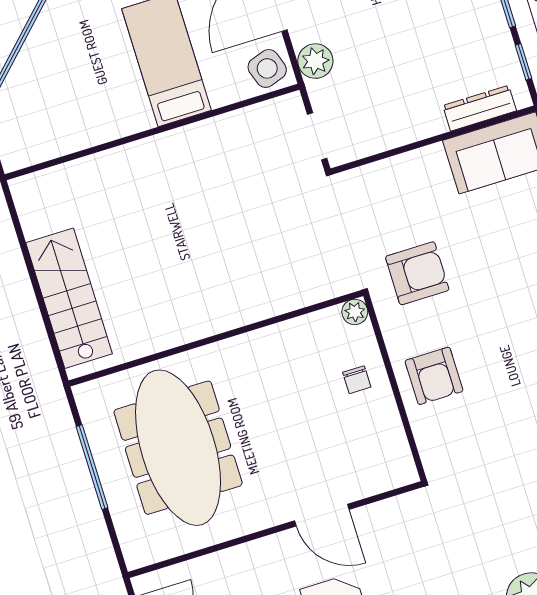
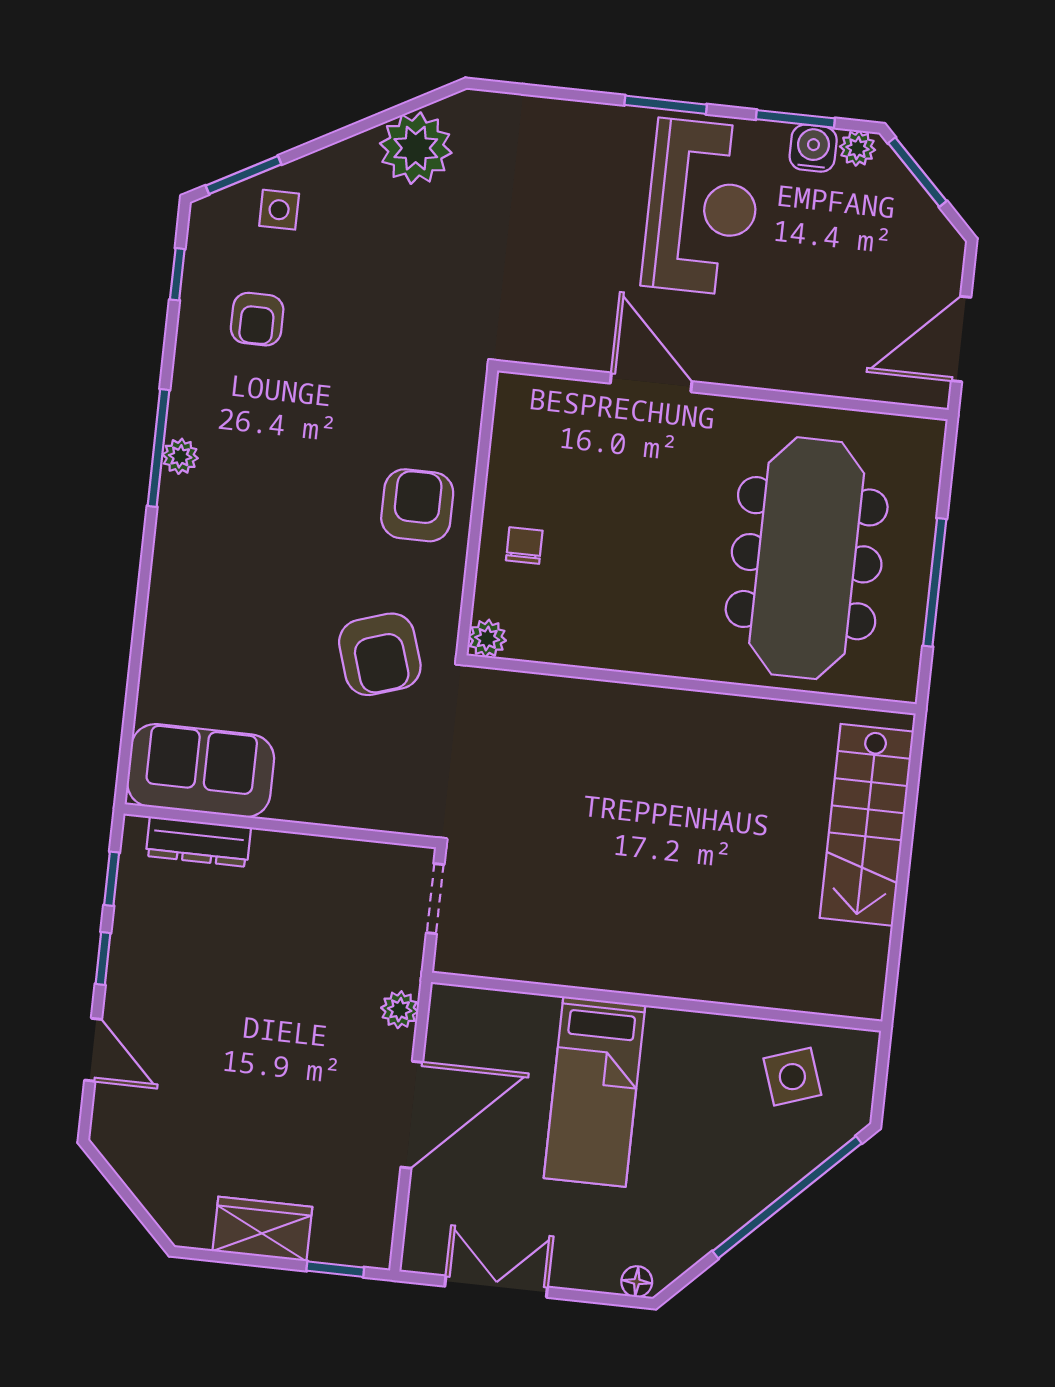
plant: (315, 61) -> (400, 1010), width x0.73, depth x0.73
side table: (267, 68) -> (792, 1077), moved
armchair: (417, 273) -> (380, 654), turned -108

